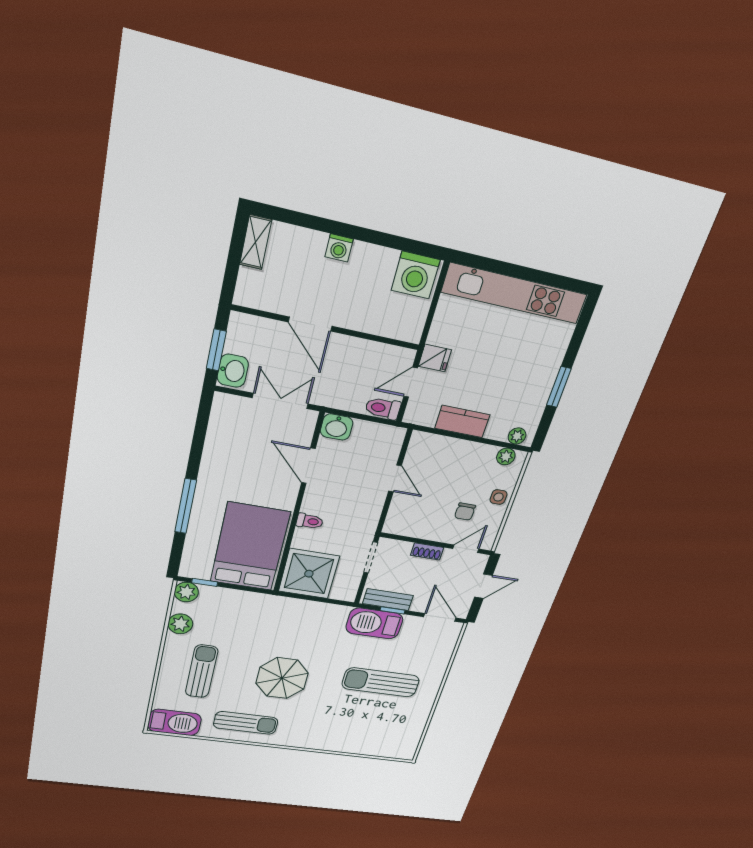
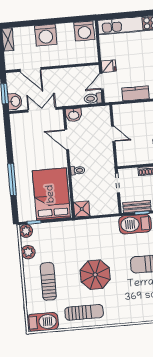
washing machine: (339, 248) -> (46, 35), width x1.89, depth x1.89
door: (310, 324) -> (30, 69), moved
shower: (309, 574) -> (82, 209), width x0.54, depth x0.54

